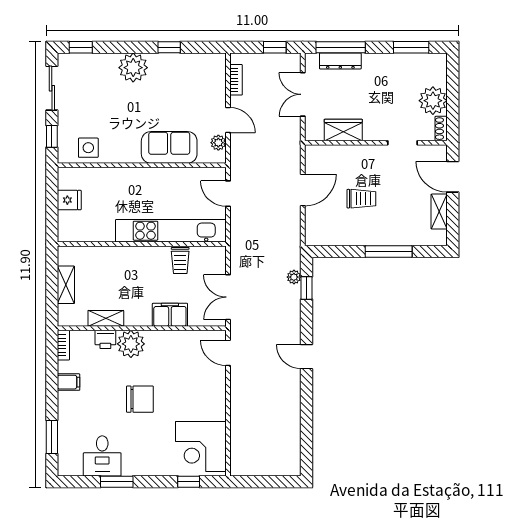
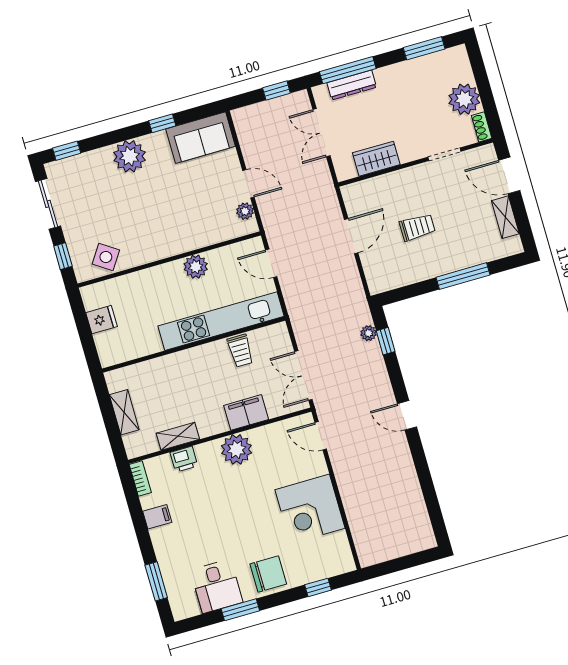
bookcase: (236, 80) -> (245, 138), removed
sofa: (169, 147) -> (201, 138), moved, turned 180
side table: (88, 148) -> (106, 257), turned 34
plant: (163, 178) -> (196, 267), added
plant: (131, 344) -> (236, 449), moved
chair: (140, 399) -> (268, 574), moved
corner desk: (201, 447) -> (310, 509), moved

